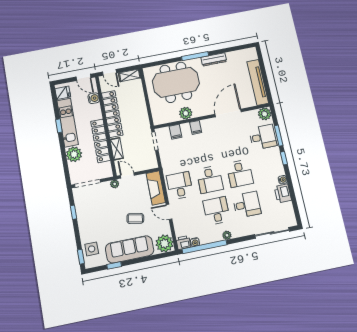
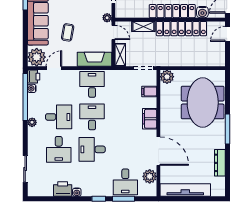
dresser: (214, 59) -> (220, 163), moved
shelving: (130, 75) -> (120, 55), moved
plant: (186, 113) -> (167, 77), moved
plant: (265, 114) -> (150, 176), moved
filing cabinet: (196, 127) -> (150, 119), width x2.00
locker: (100, 141) -> (172, 11), moved
door: (127, 175) -> (113, 32), hinge flipped
desk: (210, 179) -> (92, 117), turned 90
desk: (180, 186) -> (92, 84), turned -90
door: (169, 212) -> (54, 68), moved
sliding door: (272, 233) -> (25, 169), width x0.73

